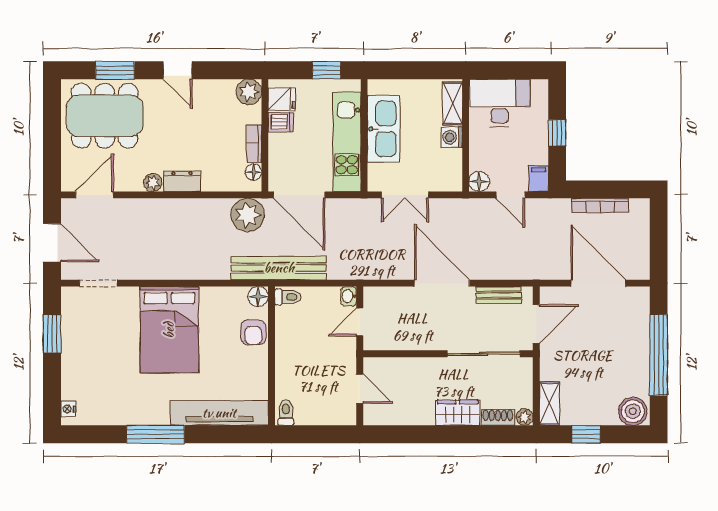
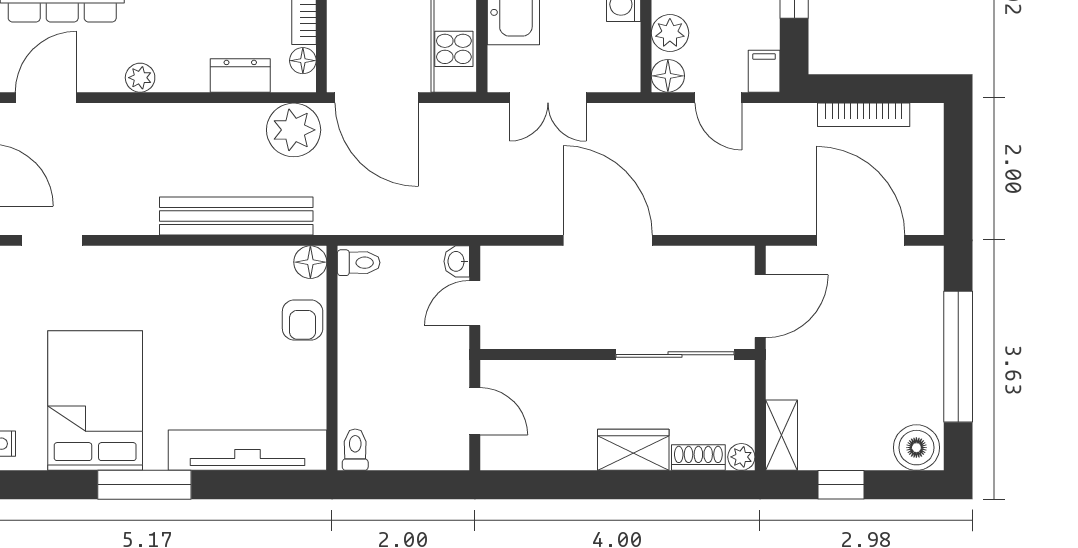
plant: (480, 155) -> (670, 33), added
dresser: (182, 181) -> (240, 76), moved
bench: (279, 268) -> (236, 216), moved
bench: (499, 295) -> (700, 260), removed
bed: (169, 330) -> (95, 401), moved, turned 180

